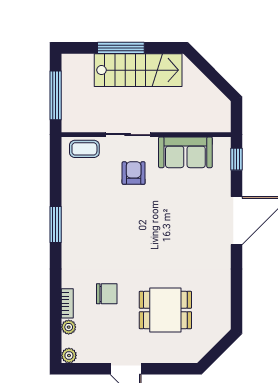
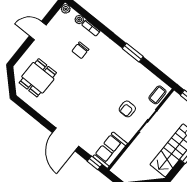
sofa: (185, 152) -> (110, 150), moved
armchair: (134, 173) -> (127, 109), turned 90
dining table: (165, 310) -> (38, 78), moved

